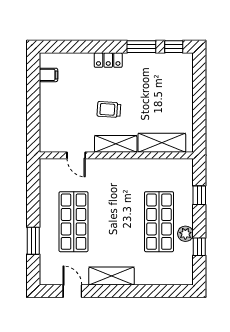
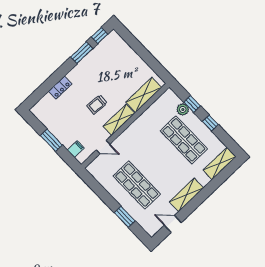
locker: (108, 60) -> (60, 88), moved
filing cabinet: (48, 75) -> (76, 149), moved
window: (33, 102) -> (51, 140), added
plant: (185, 234) -> (183, 109), moved
window: (199, 247) -> (210, 123), moved
shelving: (171, 276) -> (220, 163), added

